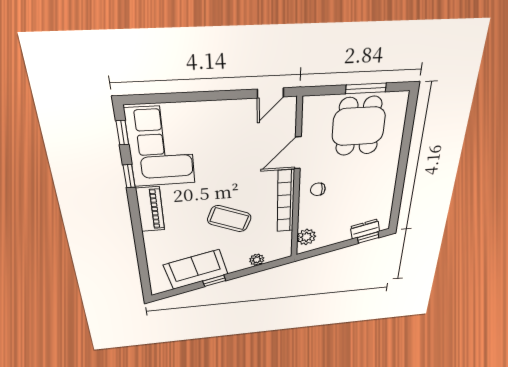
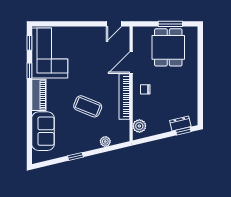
sofa: (196, 270) -> (43, 131), moved, turned 103

